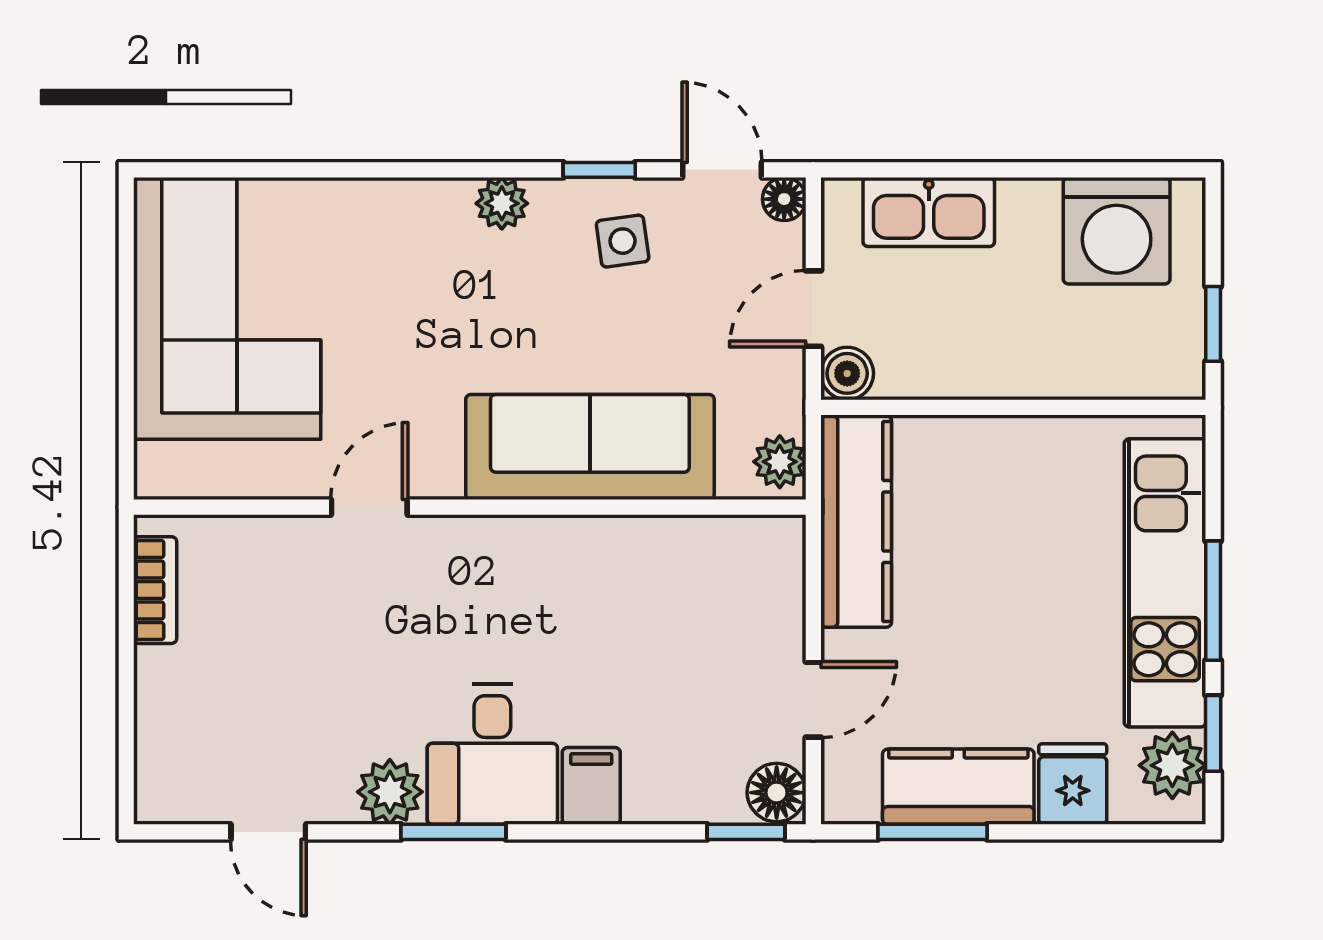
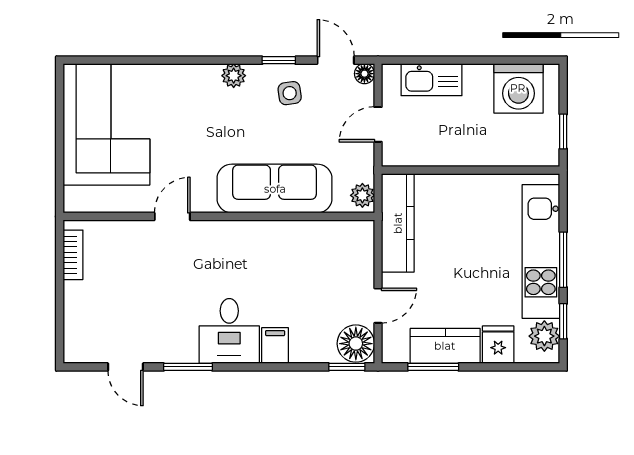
boiler: (847, 373) -> (394, 154), removed
plant: (390, 792) -> (182, 348), removed
floor lamp: (777, 793) -> (356, 344), width x1.38, depth x1.38
window: (453, 832) -> (188, 367), moved

